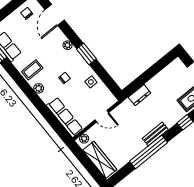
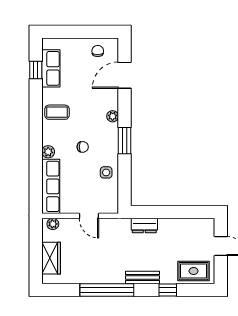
plant: (39, 88) -> (48, 152), moved
bench: (155, 134) -> (142, 277), moved
wardrobe: (100, 160) -> (51, 258), width x0.67

